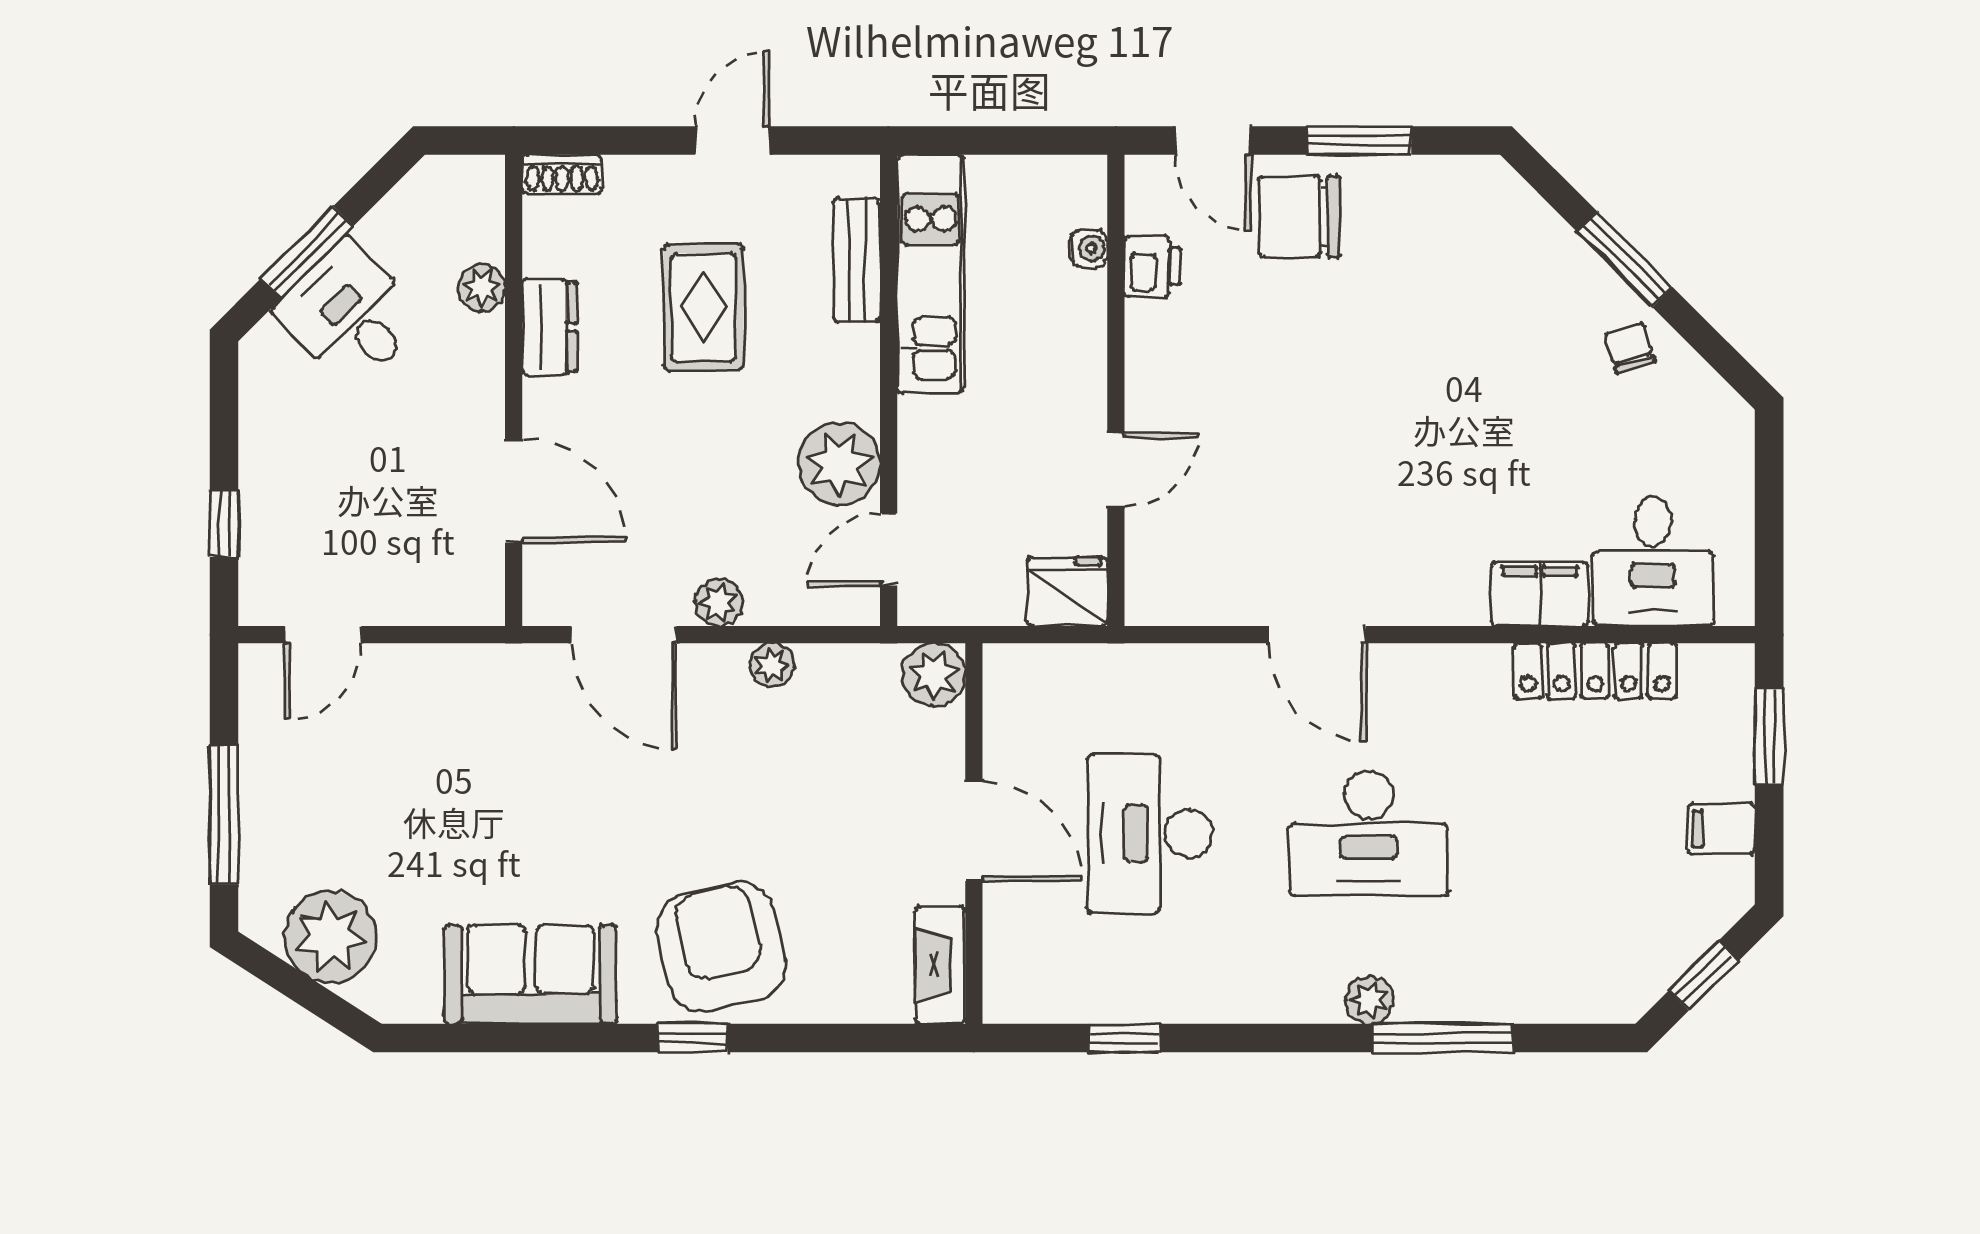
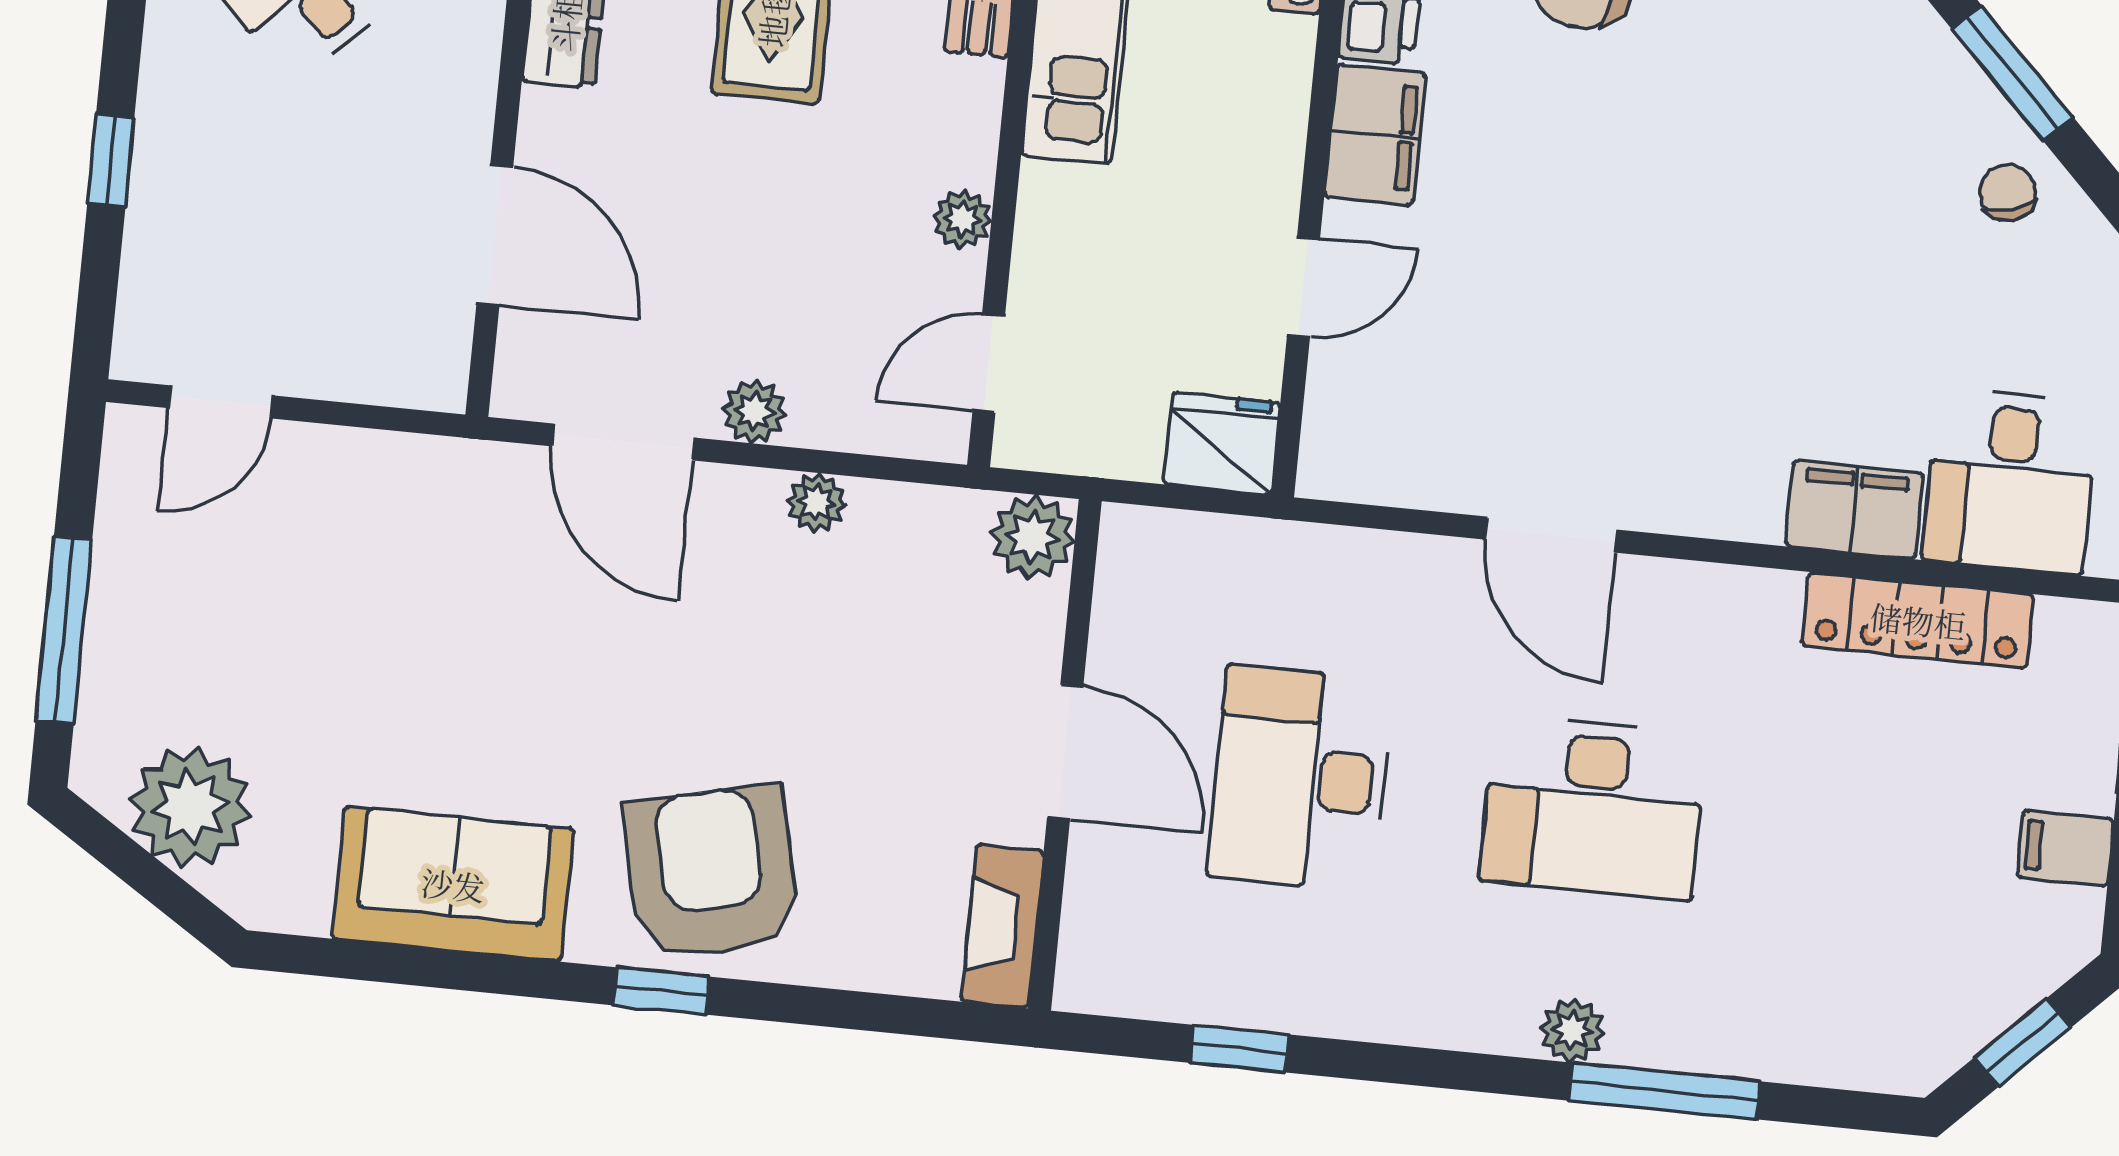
filing cabinet: (1157, 352) -> (1375, 135), added
plant: (839, 464) -> (962, 219), width x0.53, depth x0.53
window: (224, 523) -> (111, 160), moved

